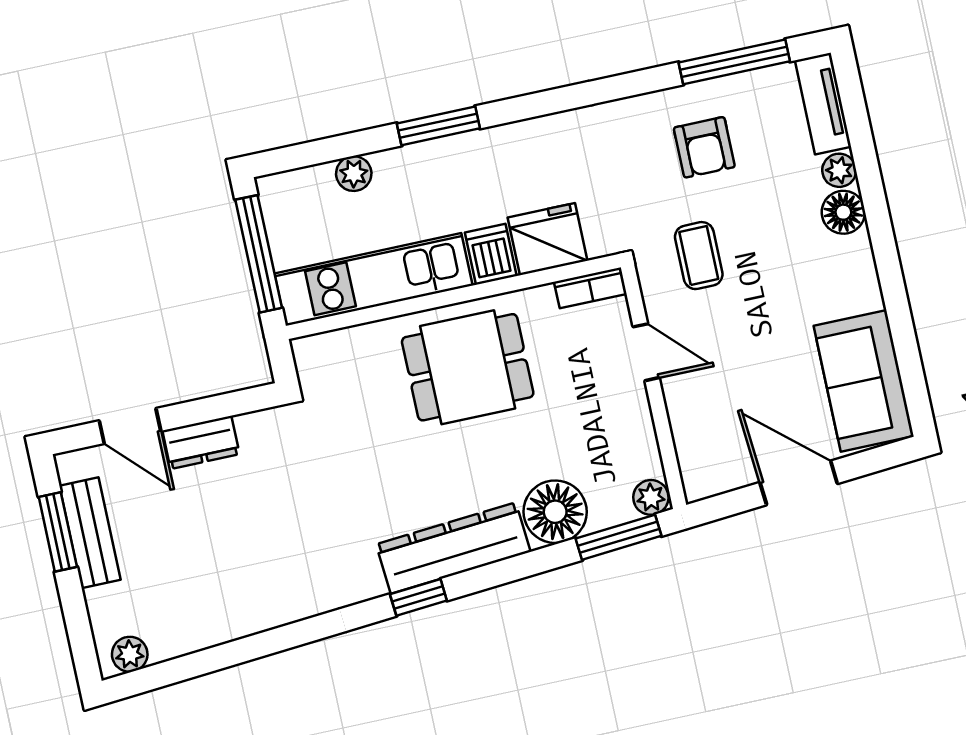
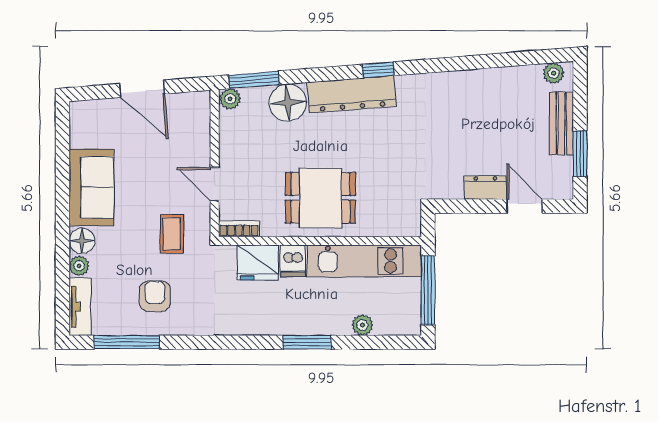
sofa: (864, 381) -> (91, 187), moved
bench: (90, 533) -> (561, 123), moved

